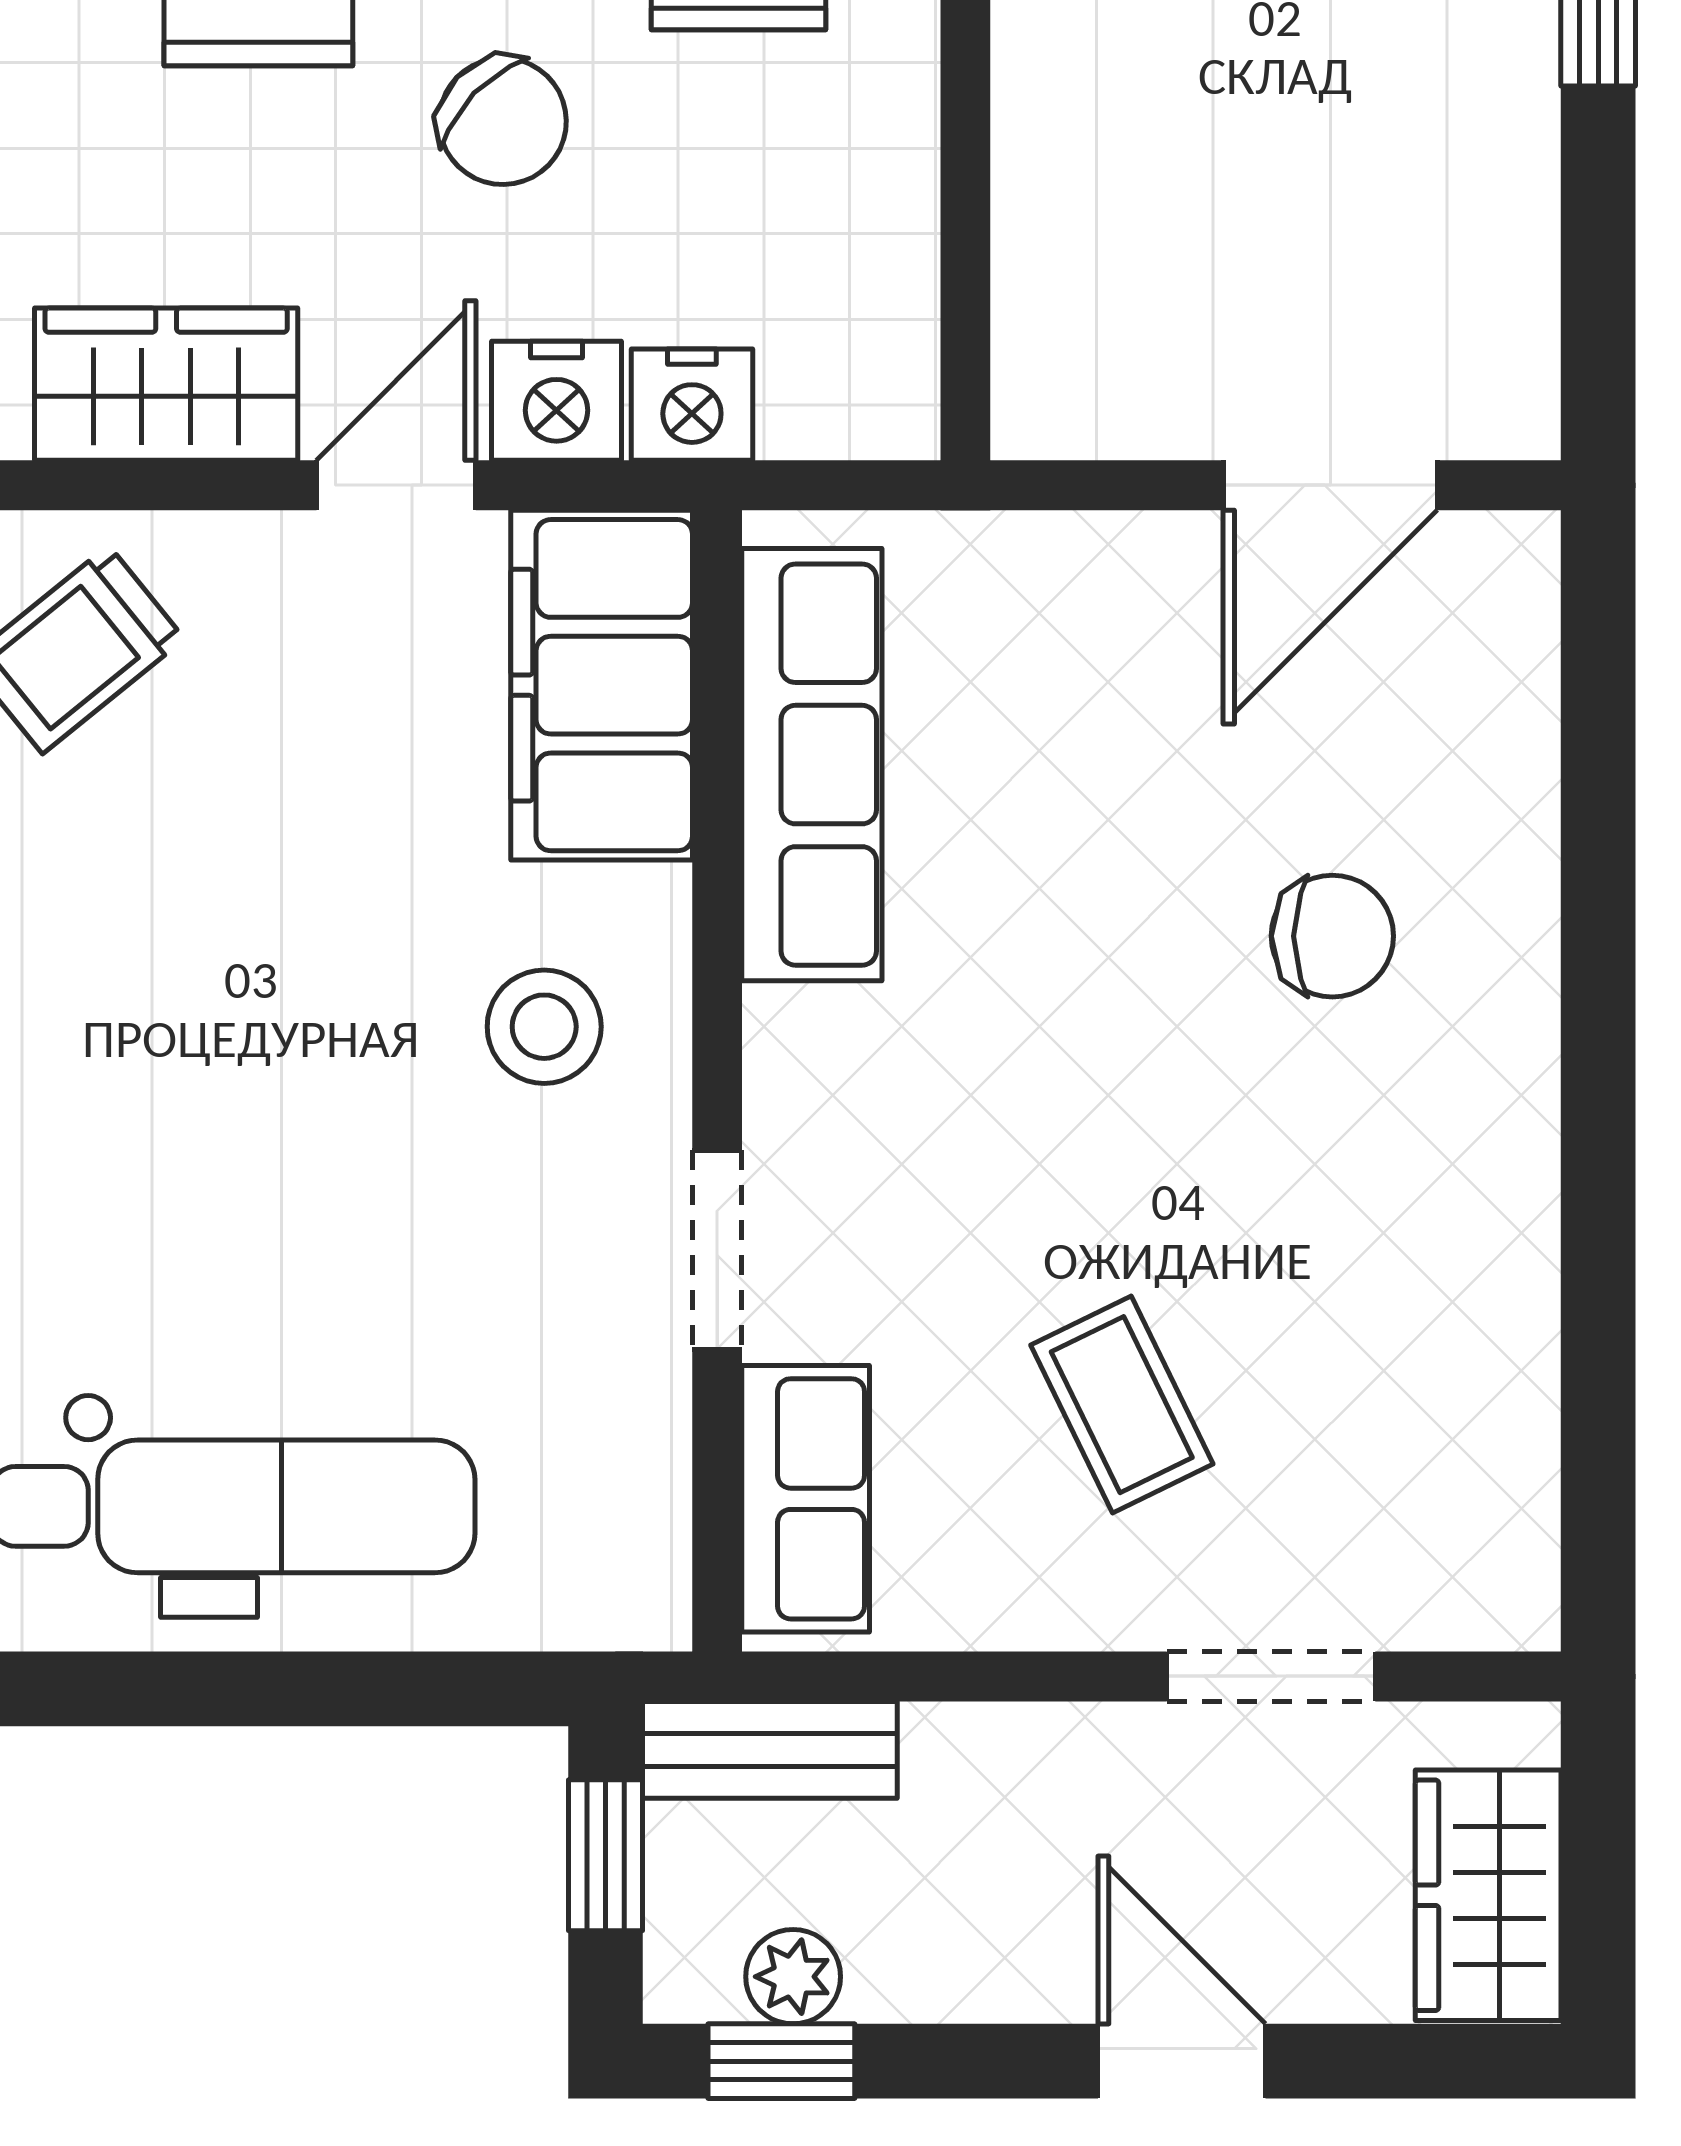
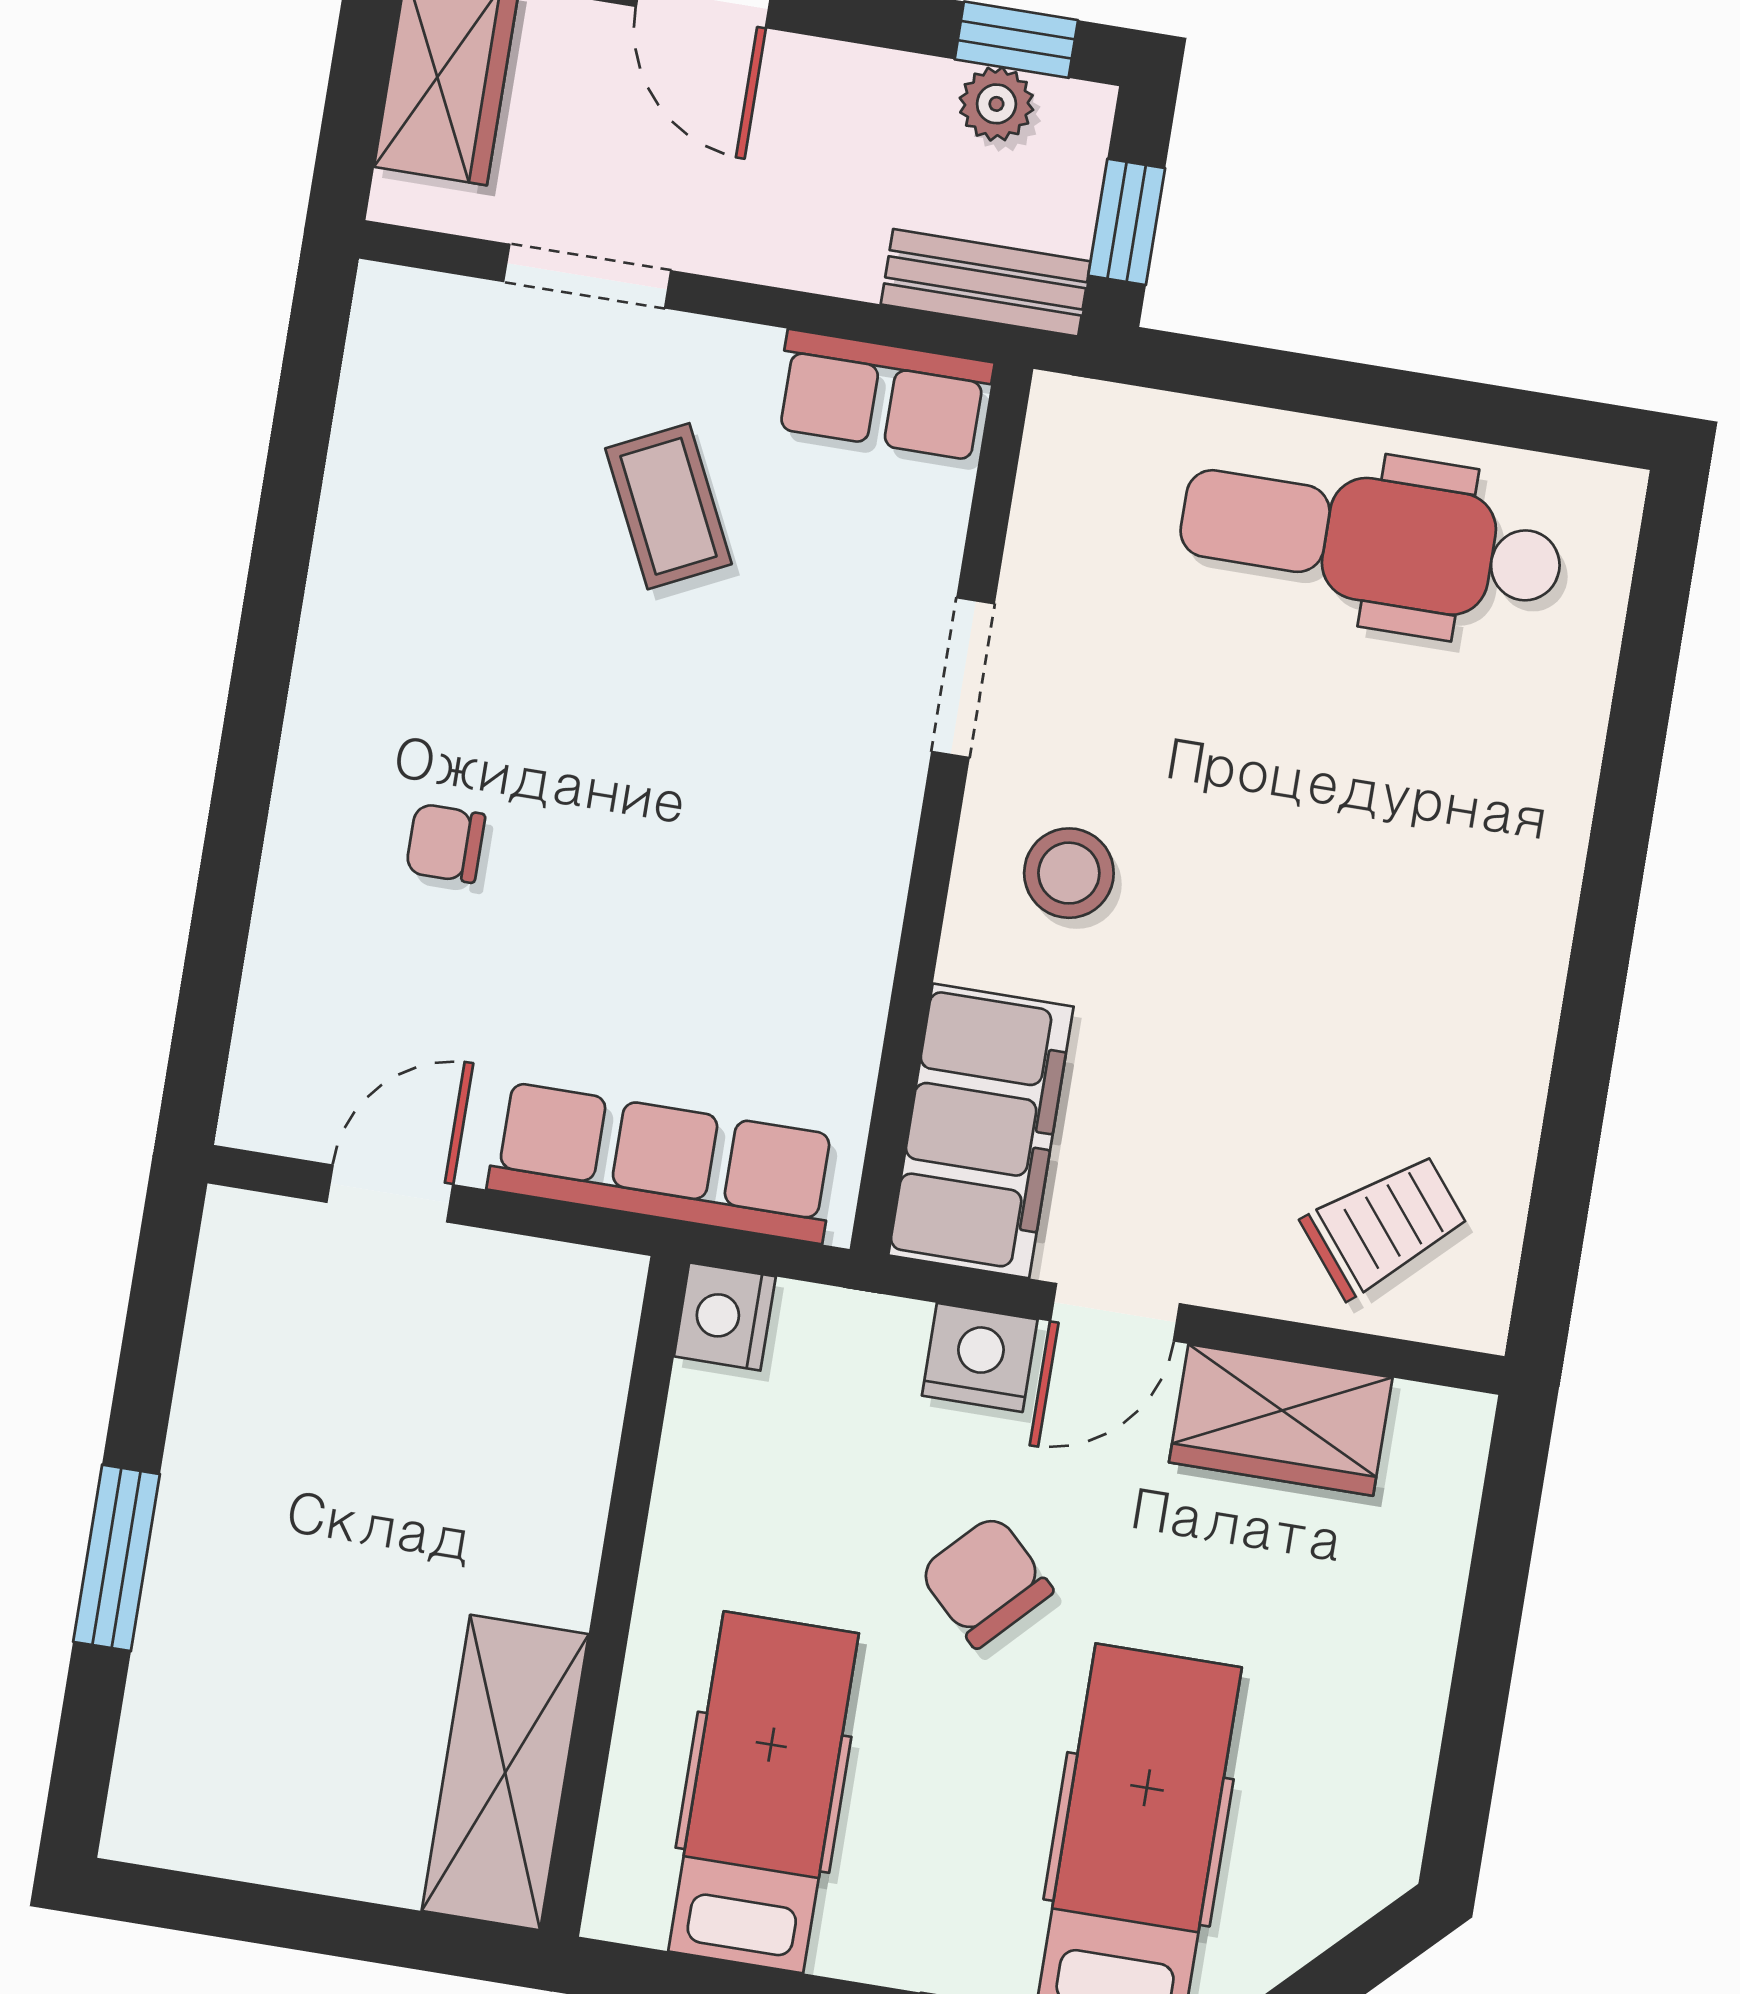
nightstand: (692, 405) -> (725, 1316), moved, turned -90
door: (1330, 485) -> (390, 1193), width x0.73
row of seats: (812, 765) -> (663, 1163), moved, turned 90
chair: (1332, 936) -> (445, 843), width x0.73, depth x0.73
row of seats: (806, 1499) -> (883, 395), moved, turned -90

